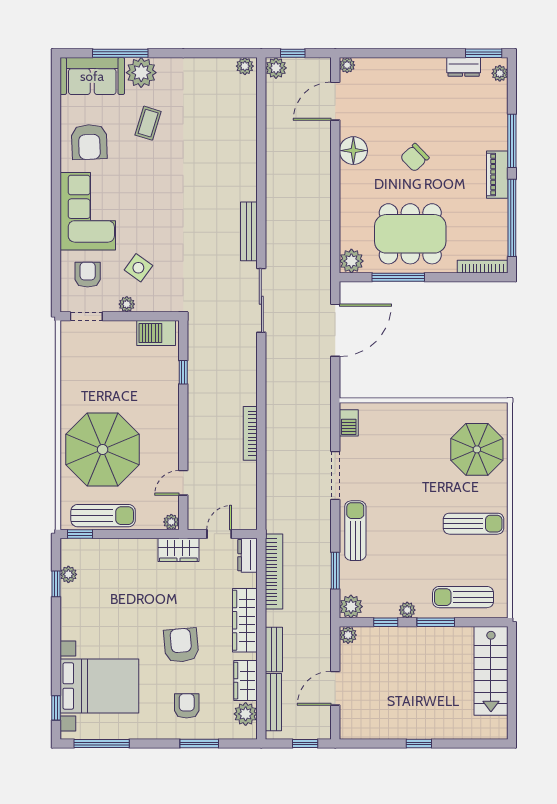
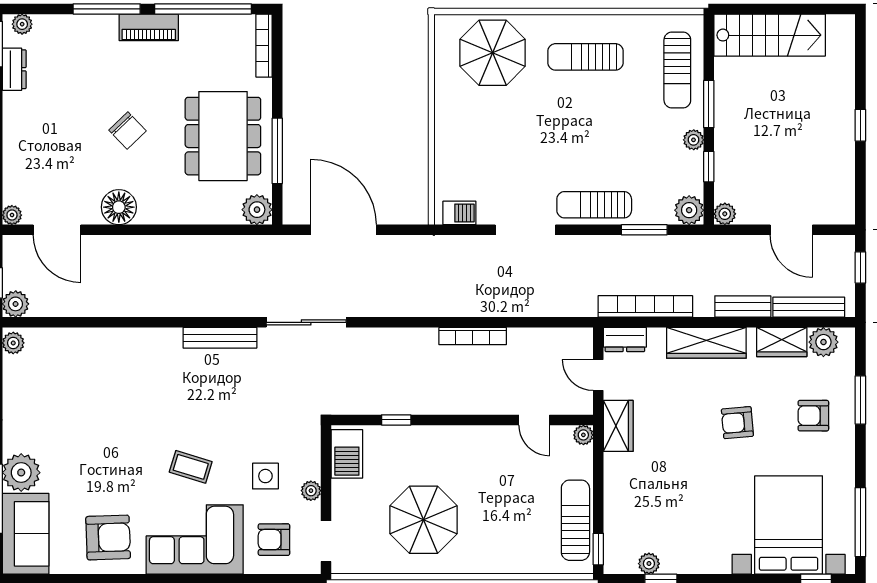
coffee table: (148, 123) -> (191, 467), moved
side table: (138, 268) -> (265, 476), turned -36
parasol: (103, 450) -> (423, 520), moved, width x0.73, depth x0.73
sun lounger: (473, 524) -> (585, 57), turned -90
armchair: (181, 645) -> (737, 423), width x0.72, depth x0.72

